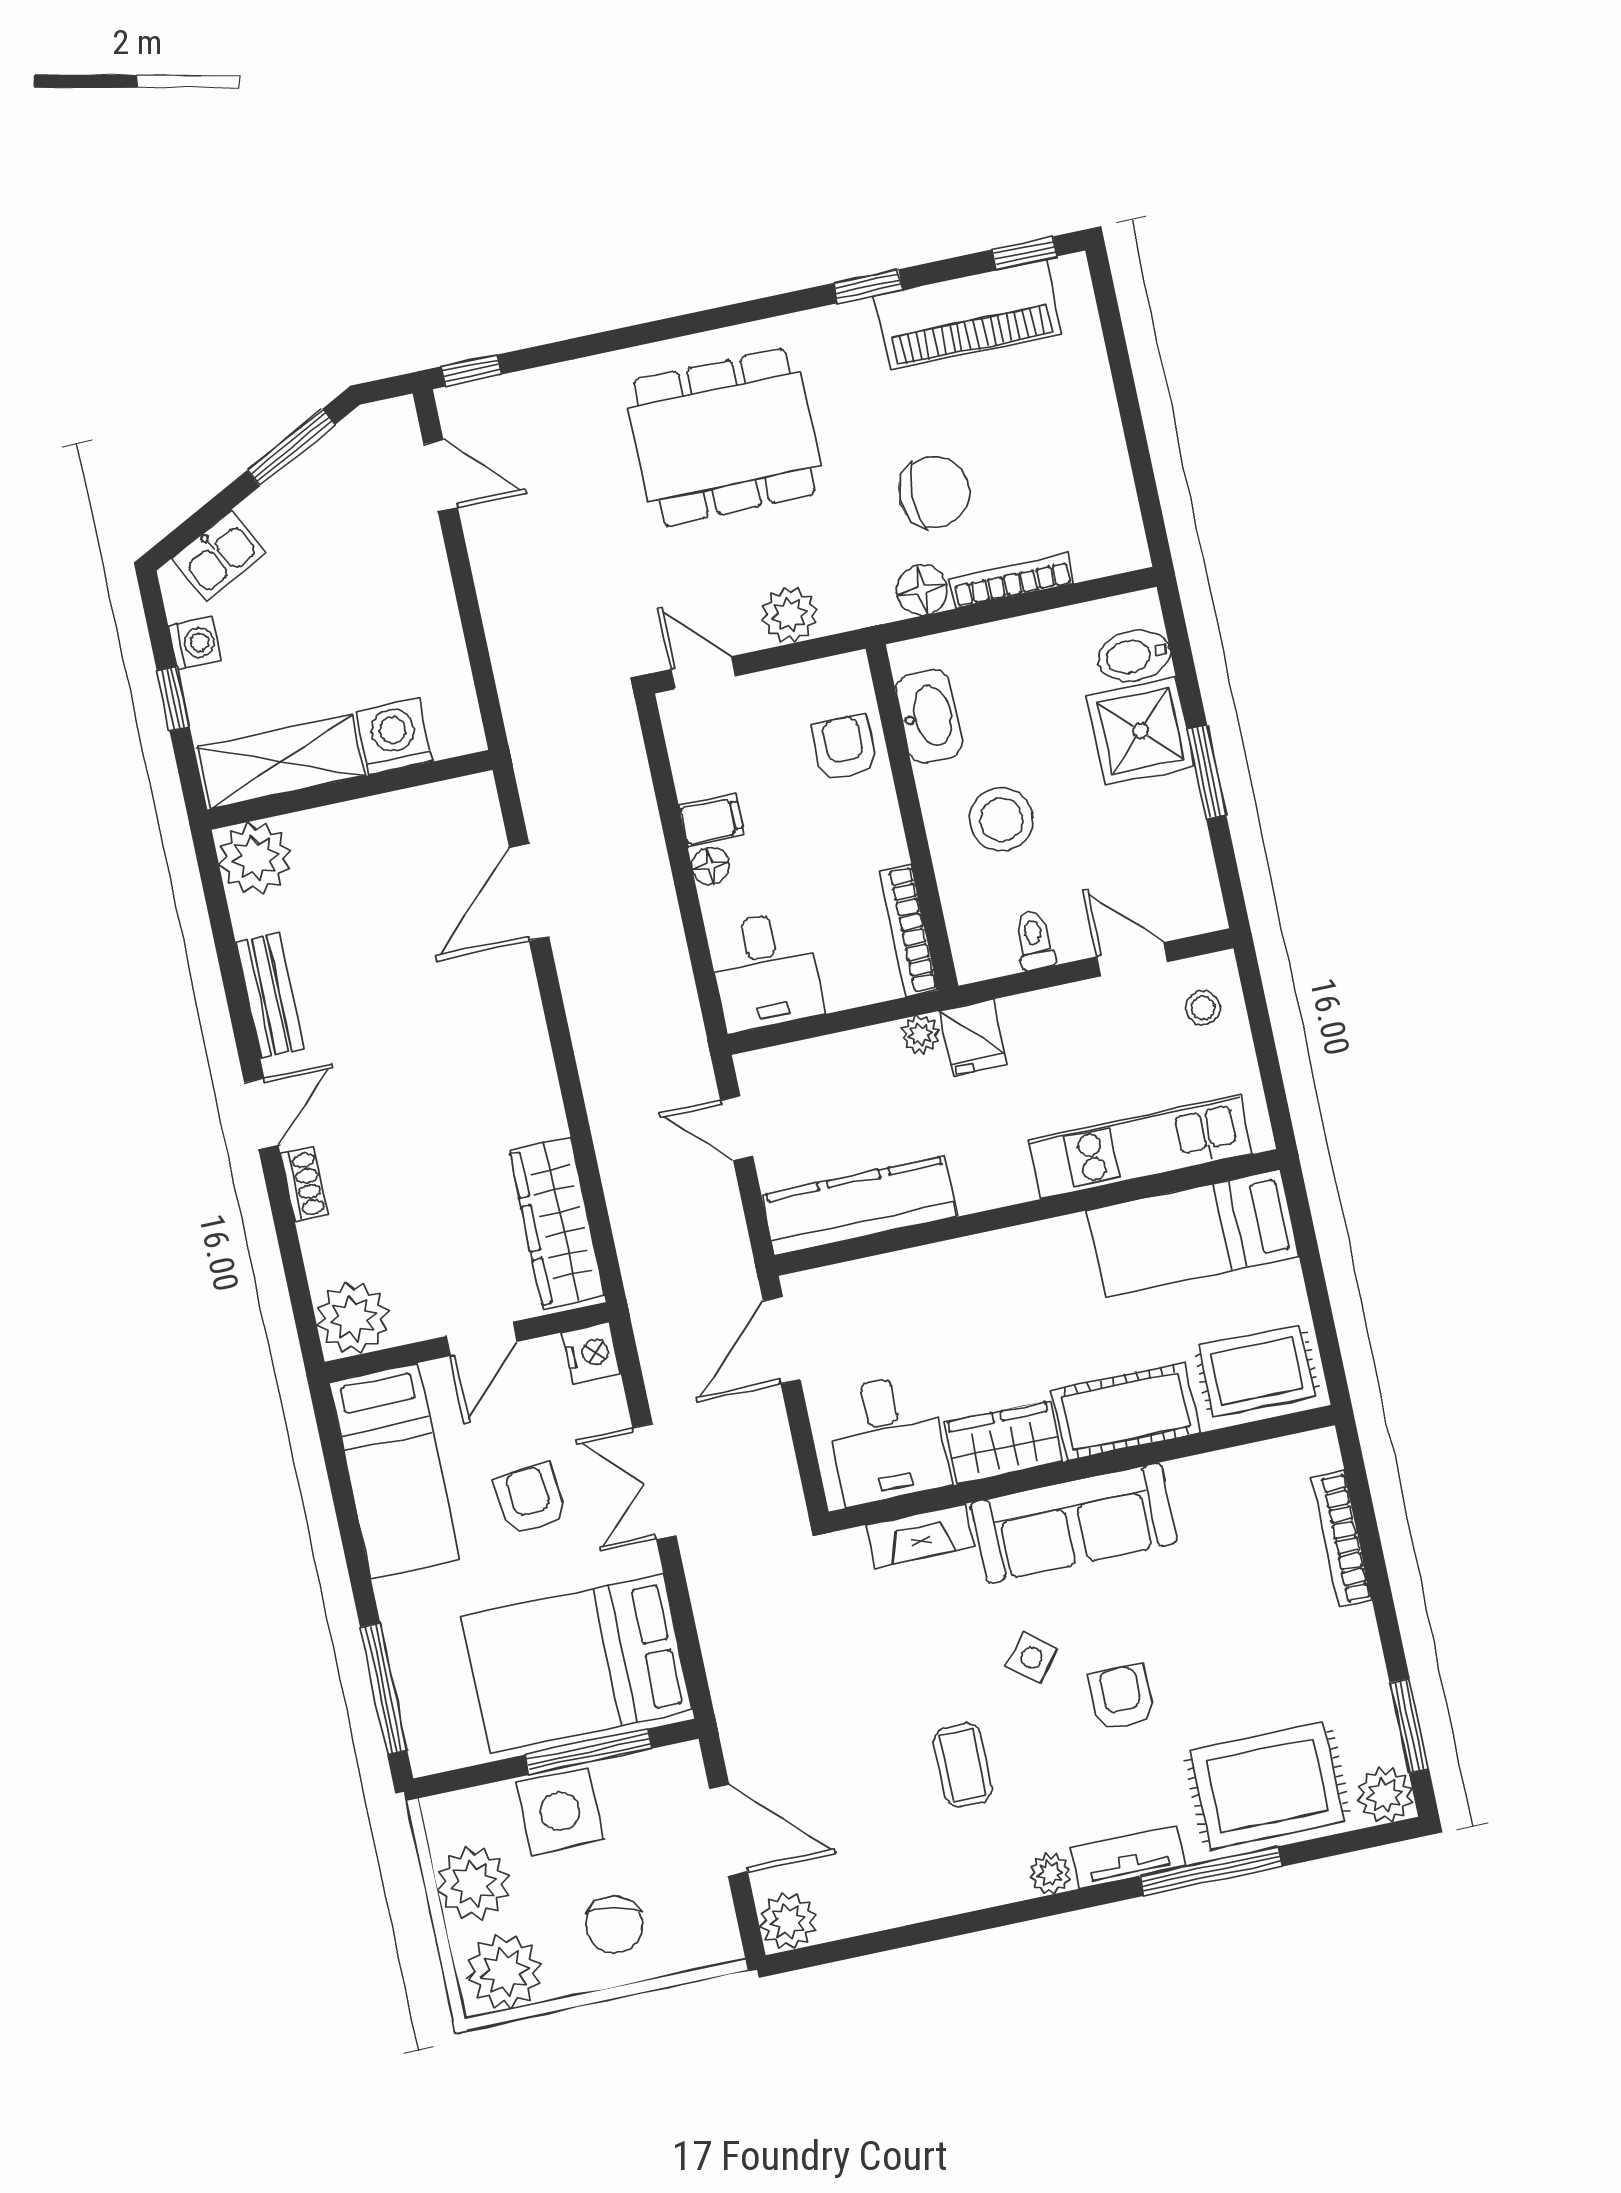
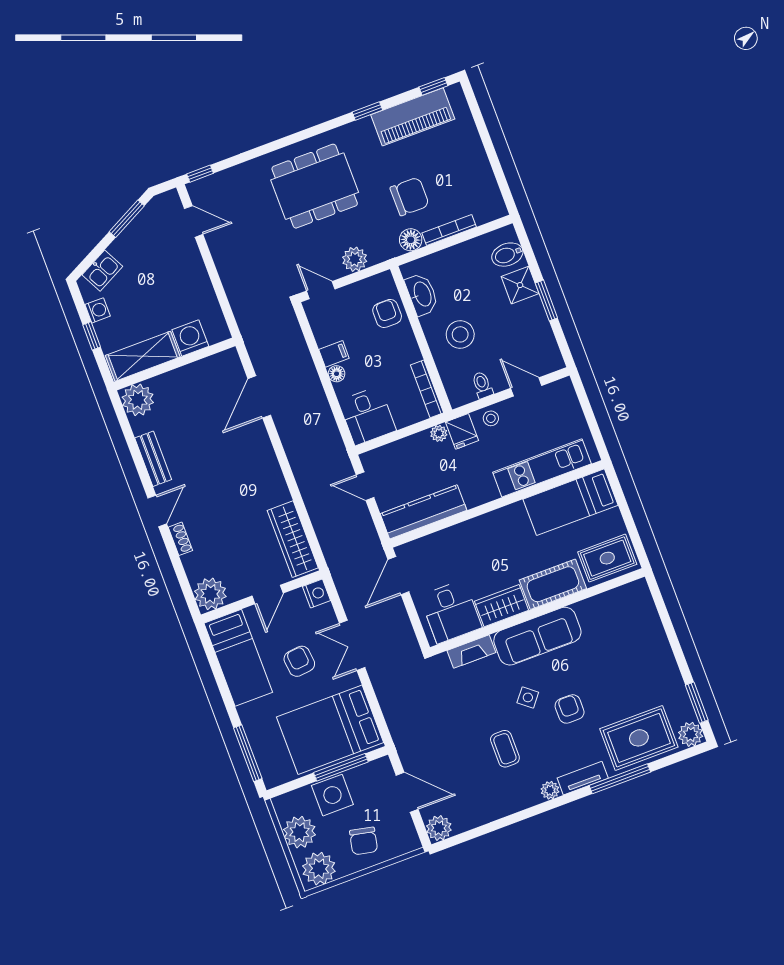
shower: (1141, 731) -> (520, 285), width x0.73, depth x0.73
stool: (1203, 1008) -> (491, 418), moved
bookcase: (1342, 1539) -> (655, 626), removed

